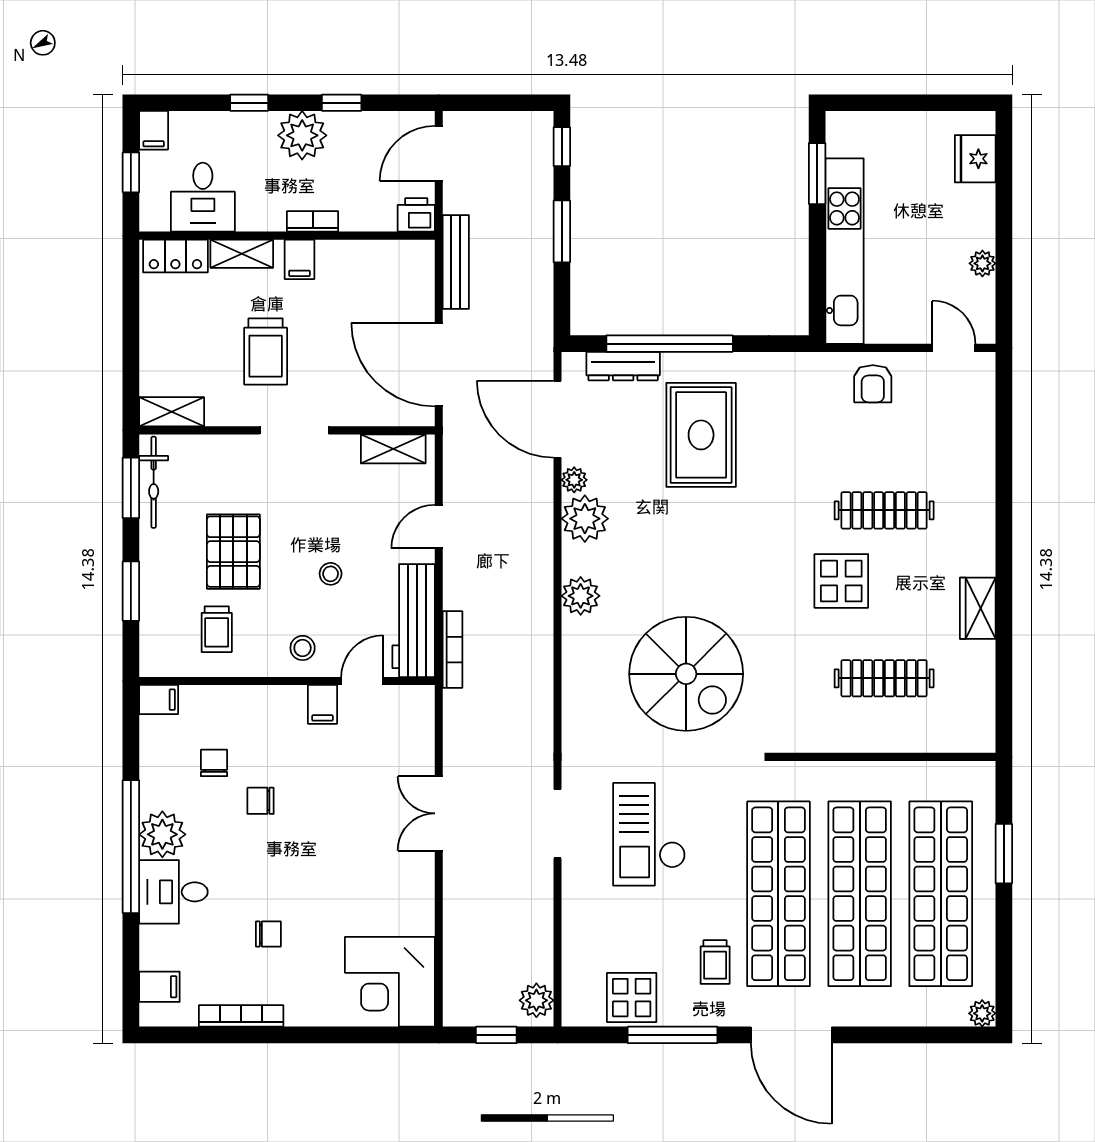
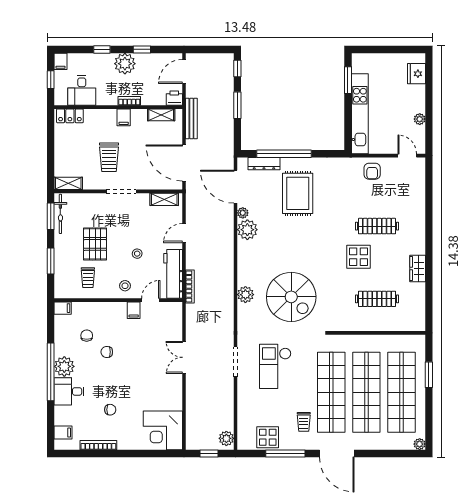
shelving: (242, 254) -> (161, 115), moved
plant: (581, 596) -> (245, 295), moved

